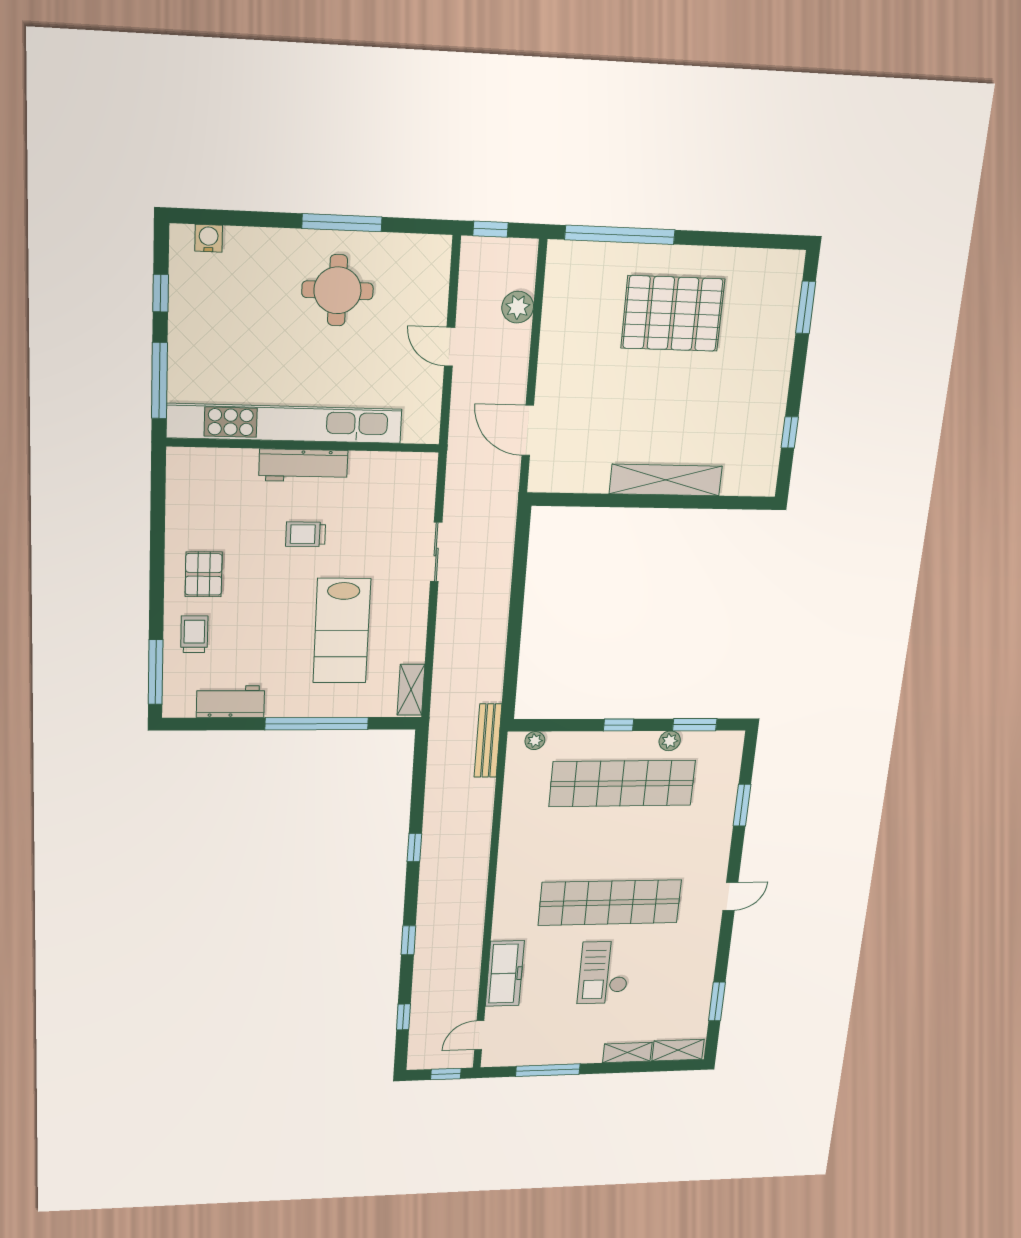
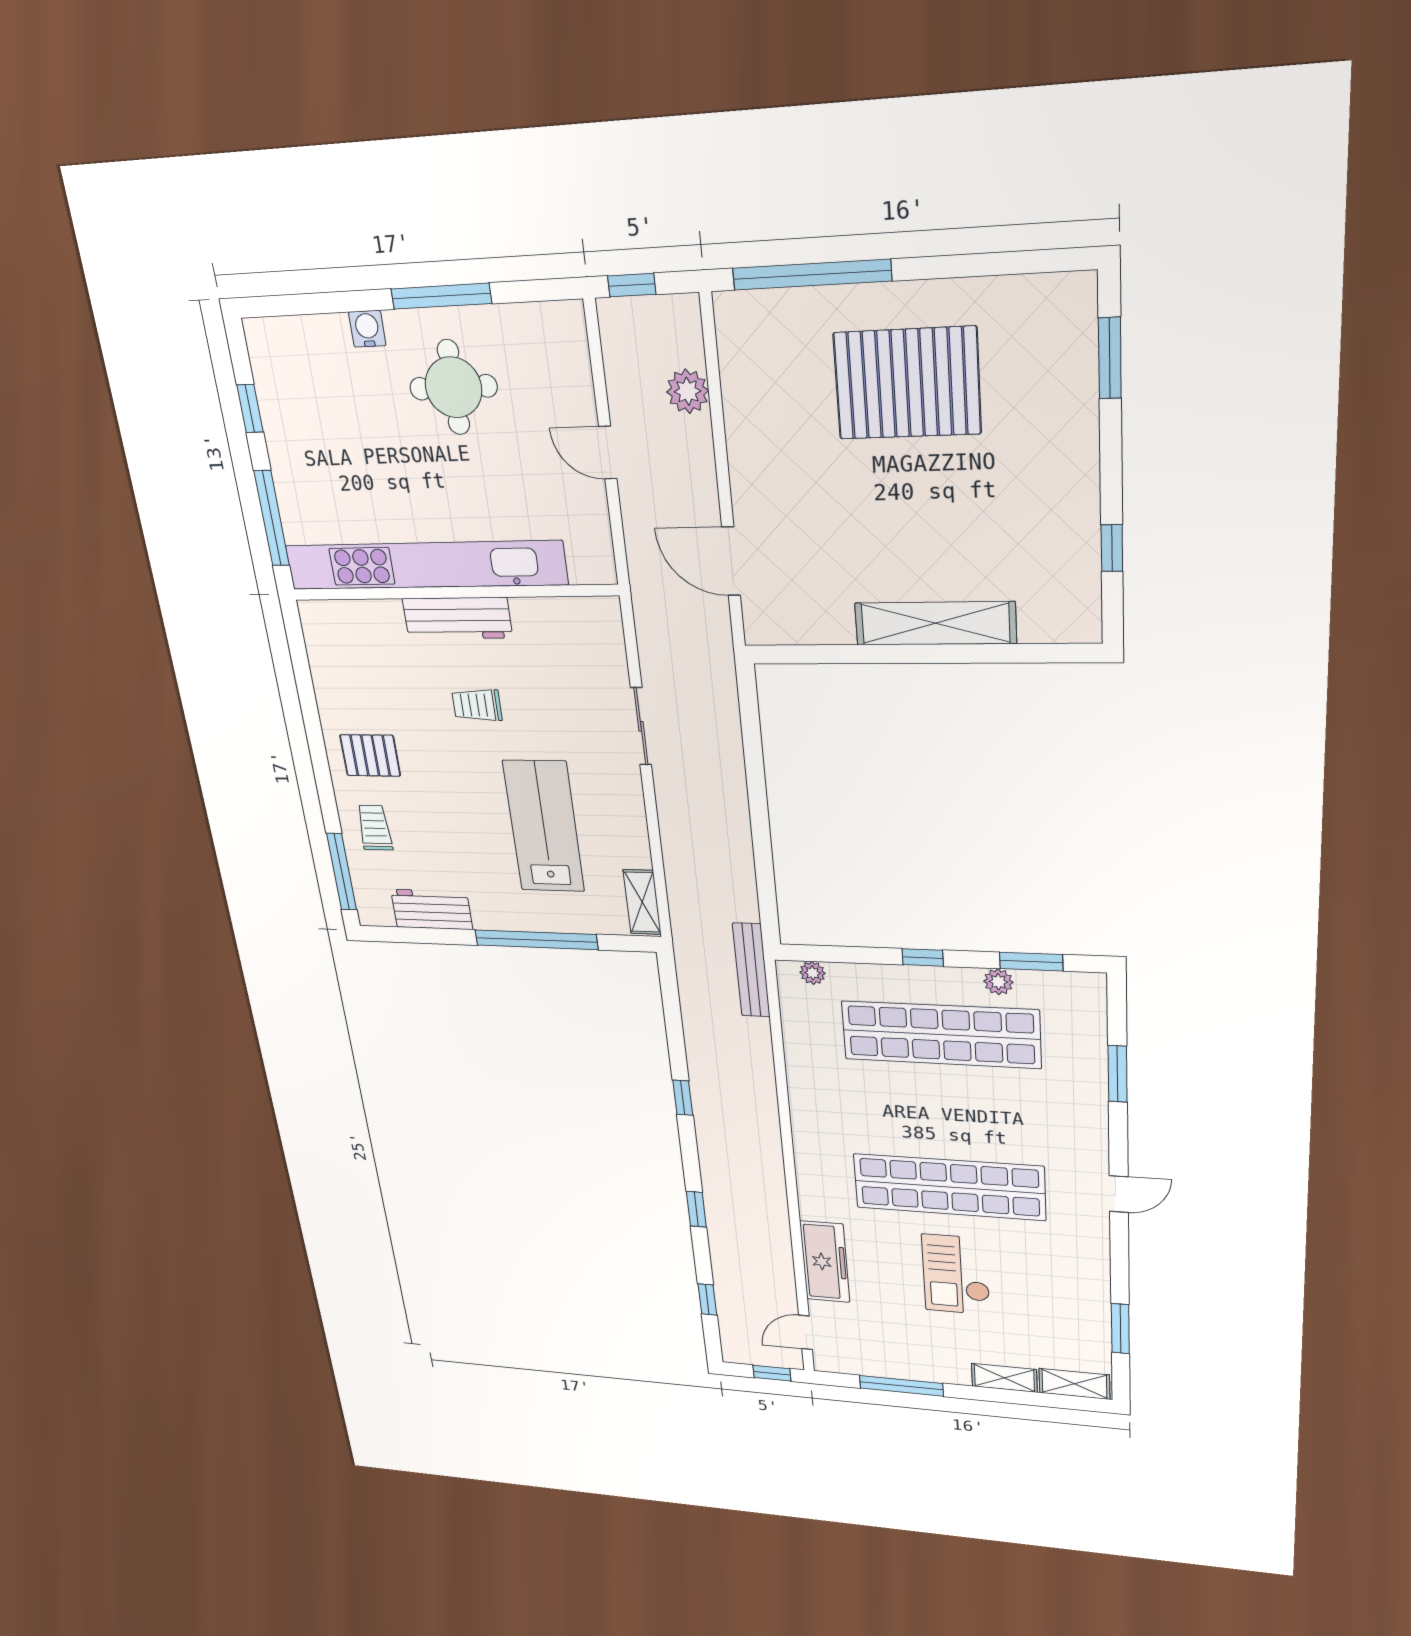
water cooler: (209, 238) -> (367, 329), moved
pallet: (204, 574) -> (370, 755), turned 90
lab bench: (342, 631) -> (544, 826), turned 180

